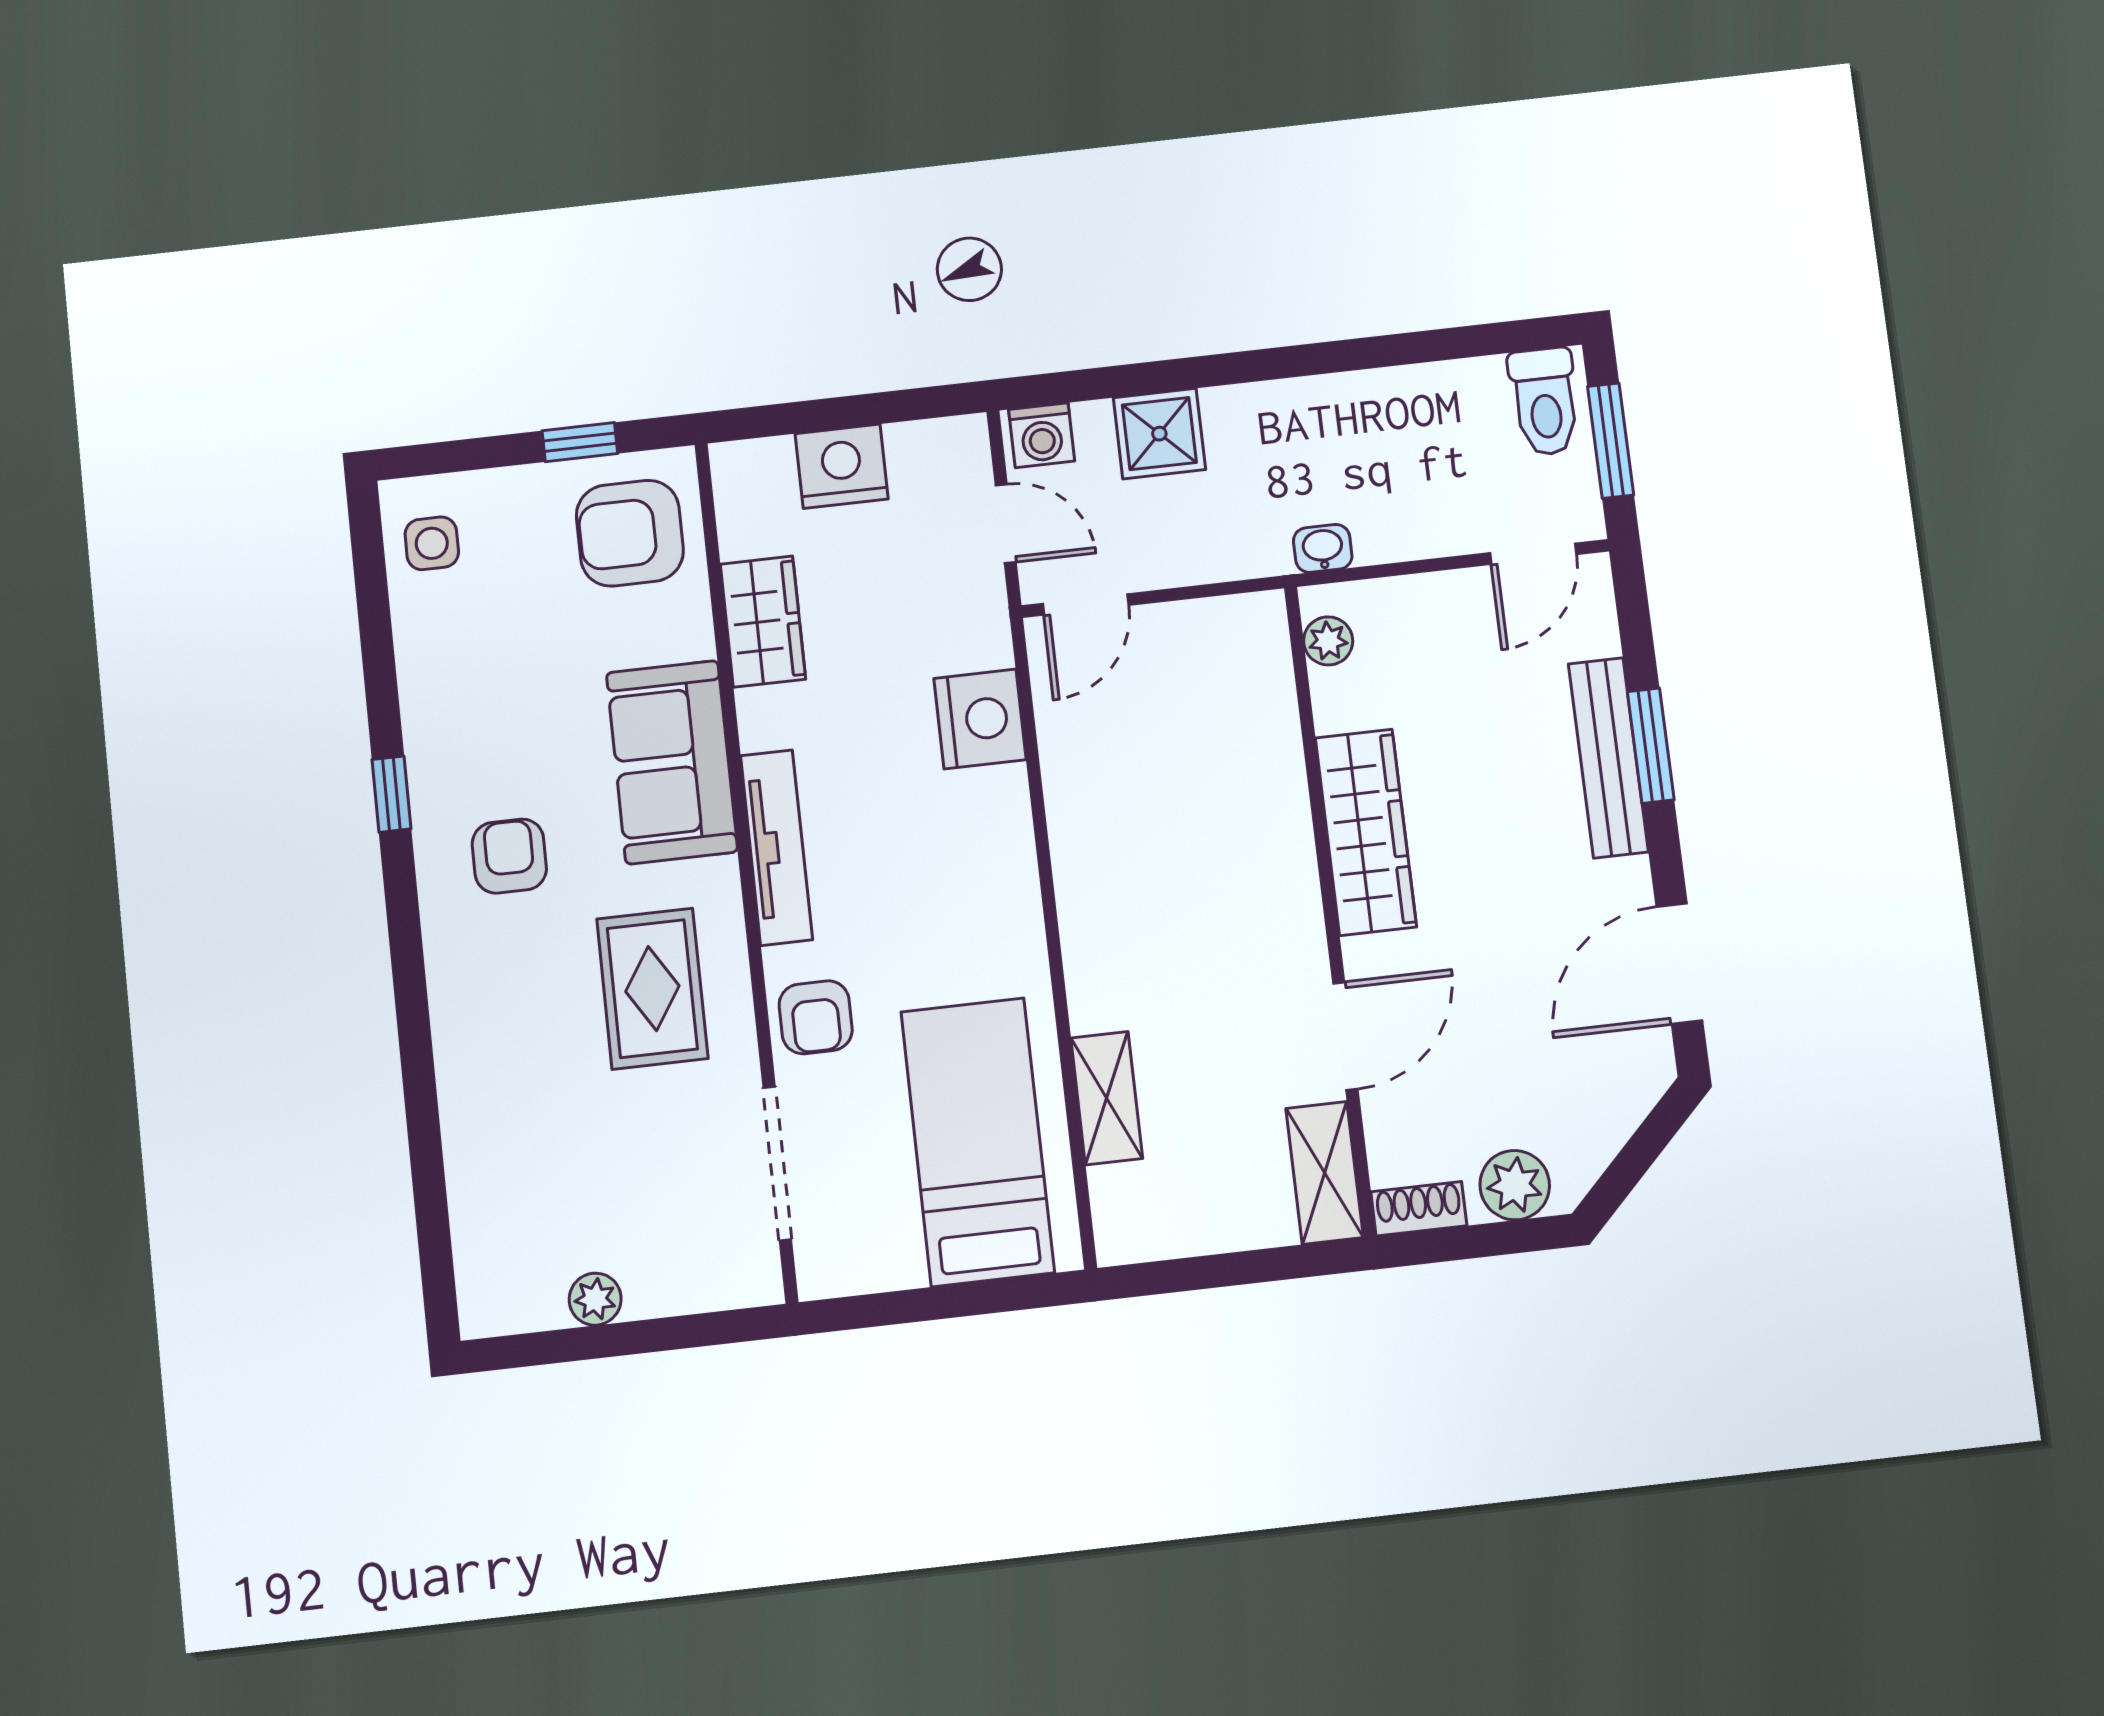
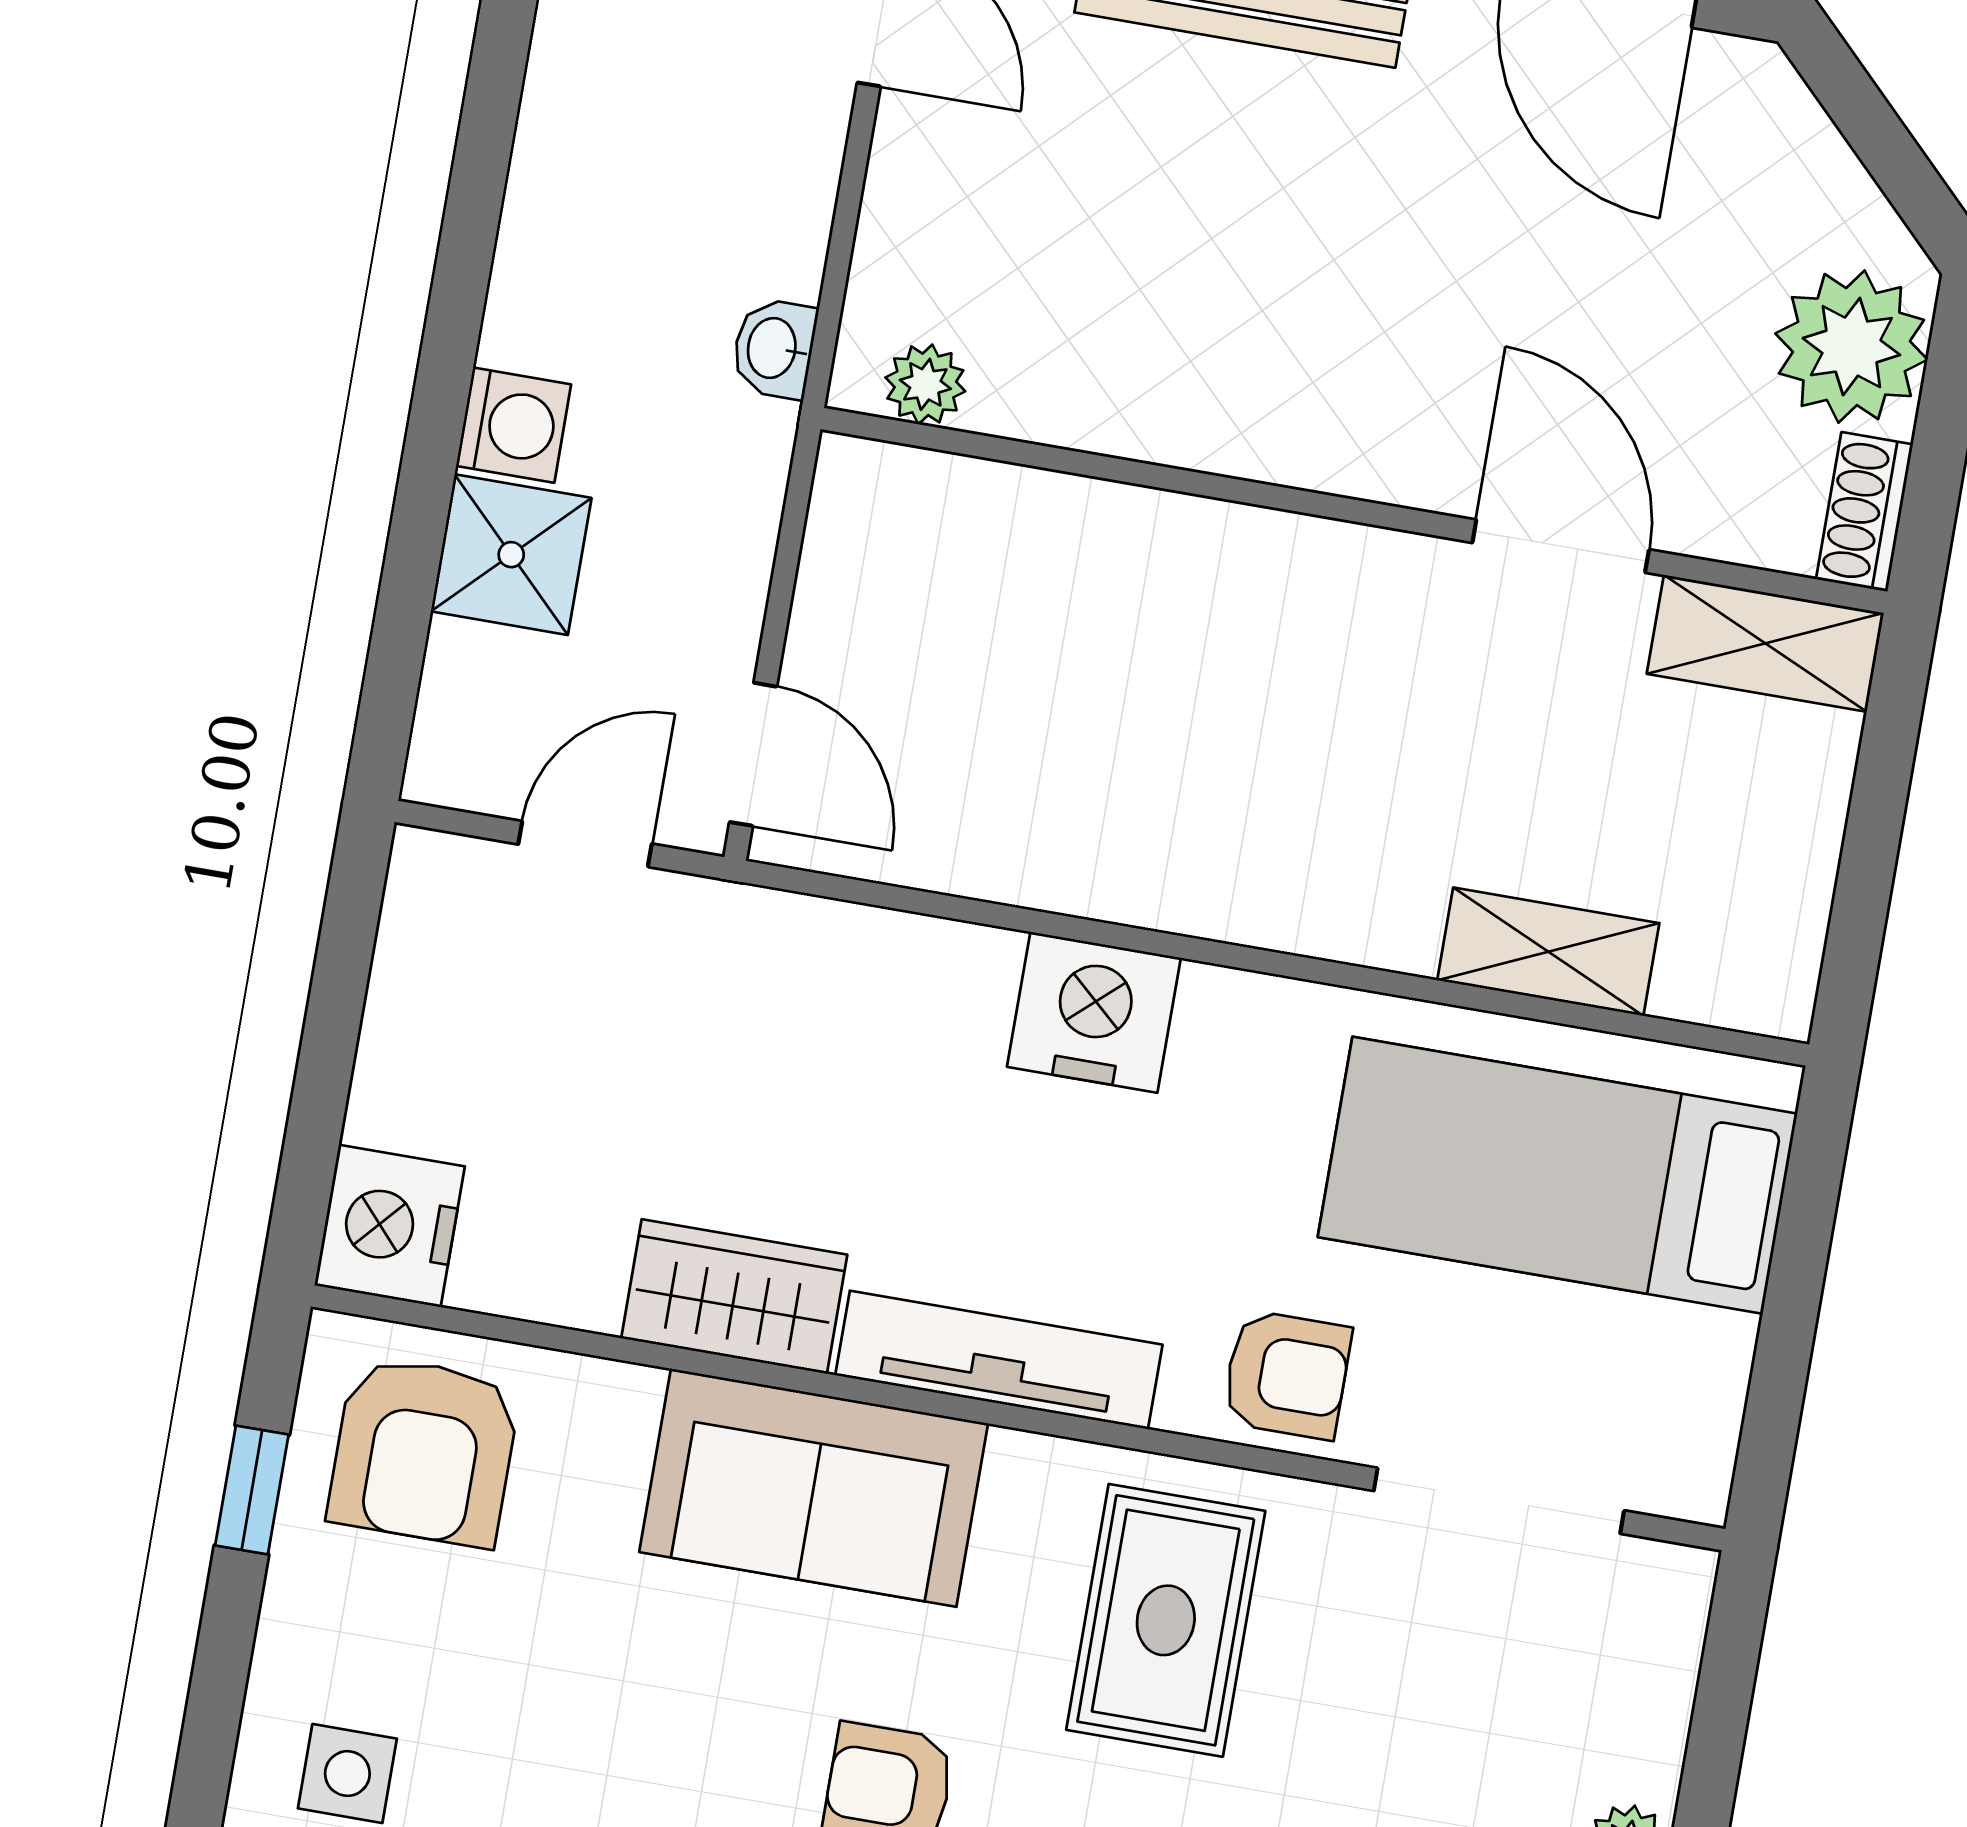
washing machine: (1042, 435) -> (514, 425), moved
nightstand: (842, 466) -> (390, 1226), moved
wardrobe: (763, 622) -> (734, 1296), moved
nightstand: (980, 719) -> (1094, 1012), moved
wardrobe: (1366, 832) -> (1248, 416), removed
rug: (652, 989) -> (1166, 1620), turned 90
plant: (1515, 1185) -> (1851, 347), width x1.36, depth x1.36

